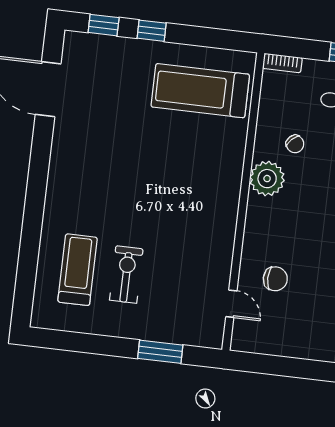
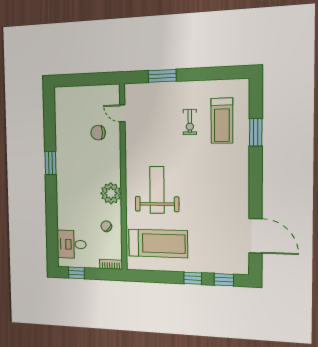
chair: (295, 144) -> (106, 226), moved
weight bench: (191, 176) -> (157, 190), added
window: (30, 245) -> (256, 132), added
exercise bike: (126, 275) -> (190, 122), width x0.73, depth x0.72

